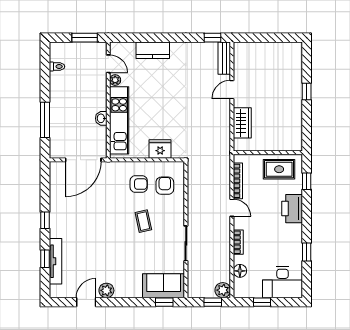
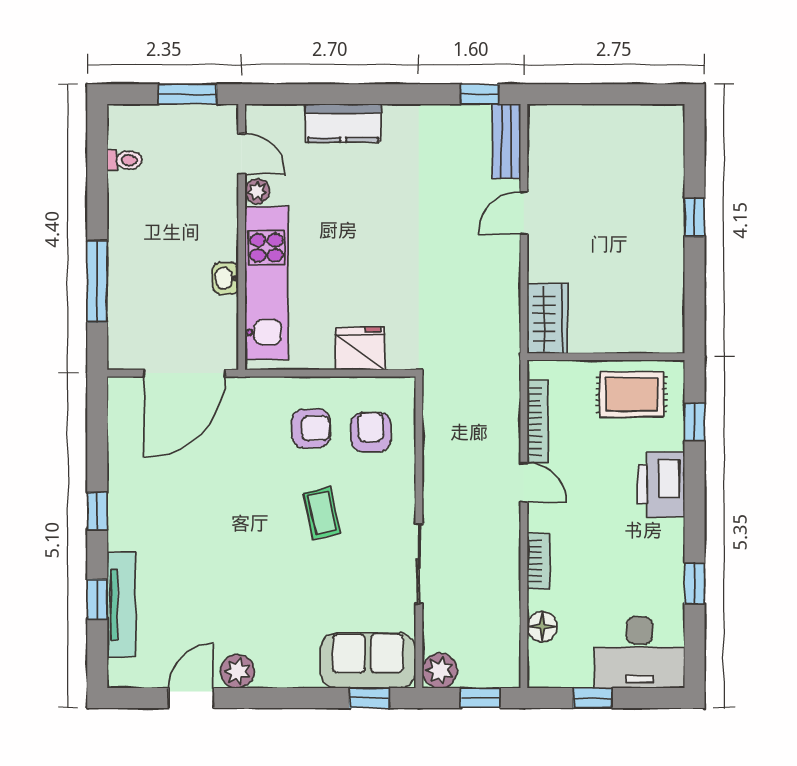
wardrobe: (242, 123) -> (547, 319), moved
plant: (223, 290) -> (440, 671), moved

